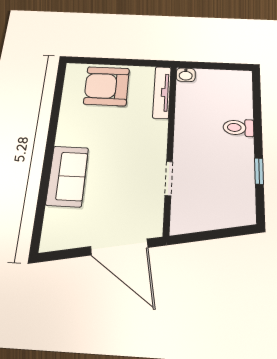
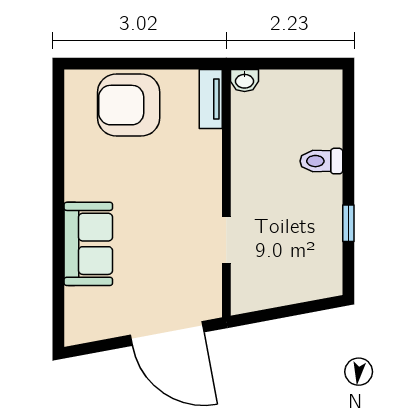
tv unit: (162, 92) -> (211, 99), width x0.71

